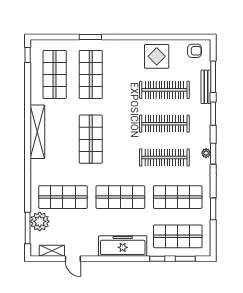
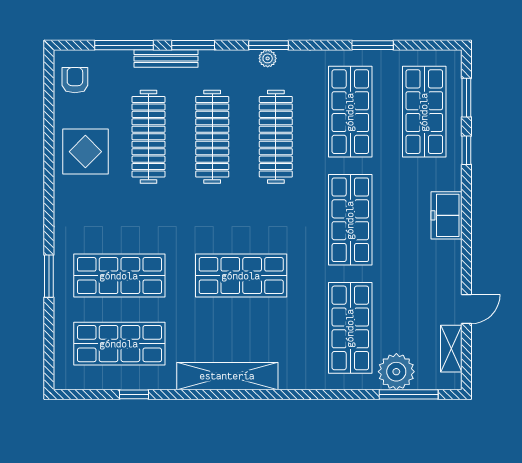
window: (28, 55) -> (134, 394), moved
bench: (206, 87) -> (166, 59), moved
freezer: (123, 246) -> (446, 215), width x0.52, depth x0.79

